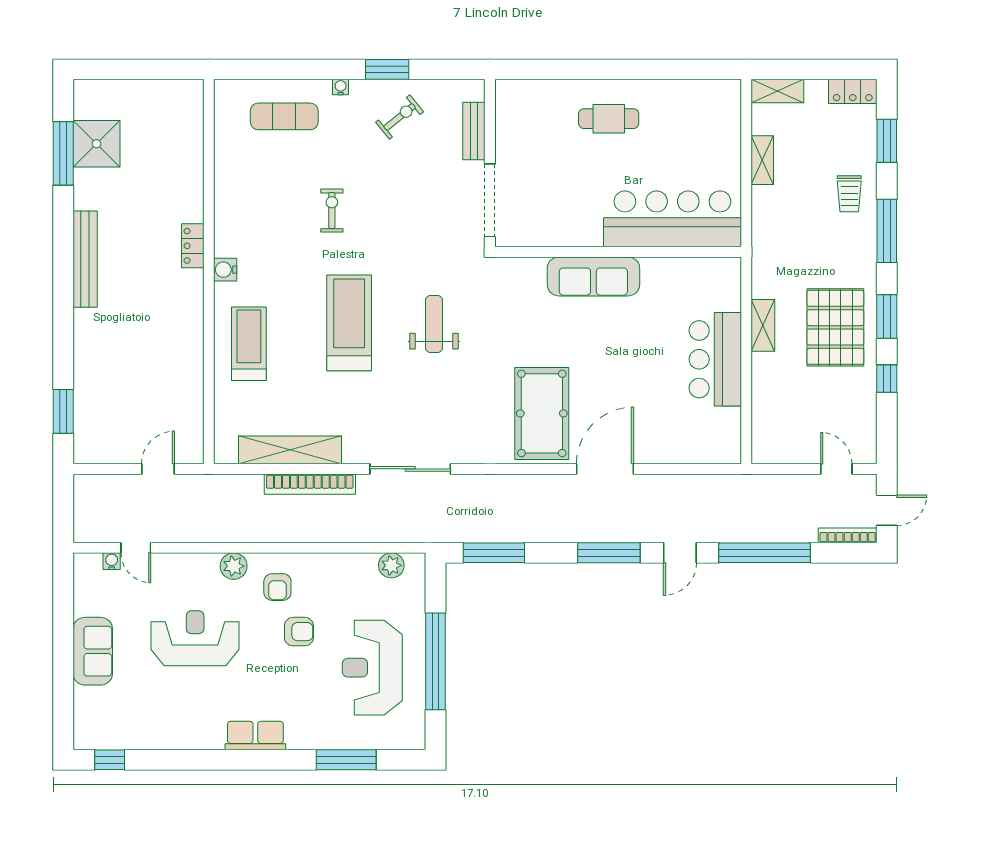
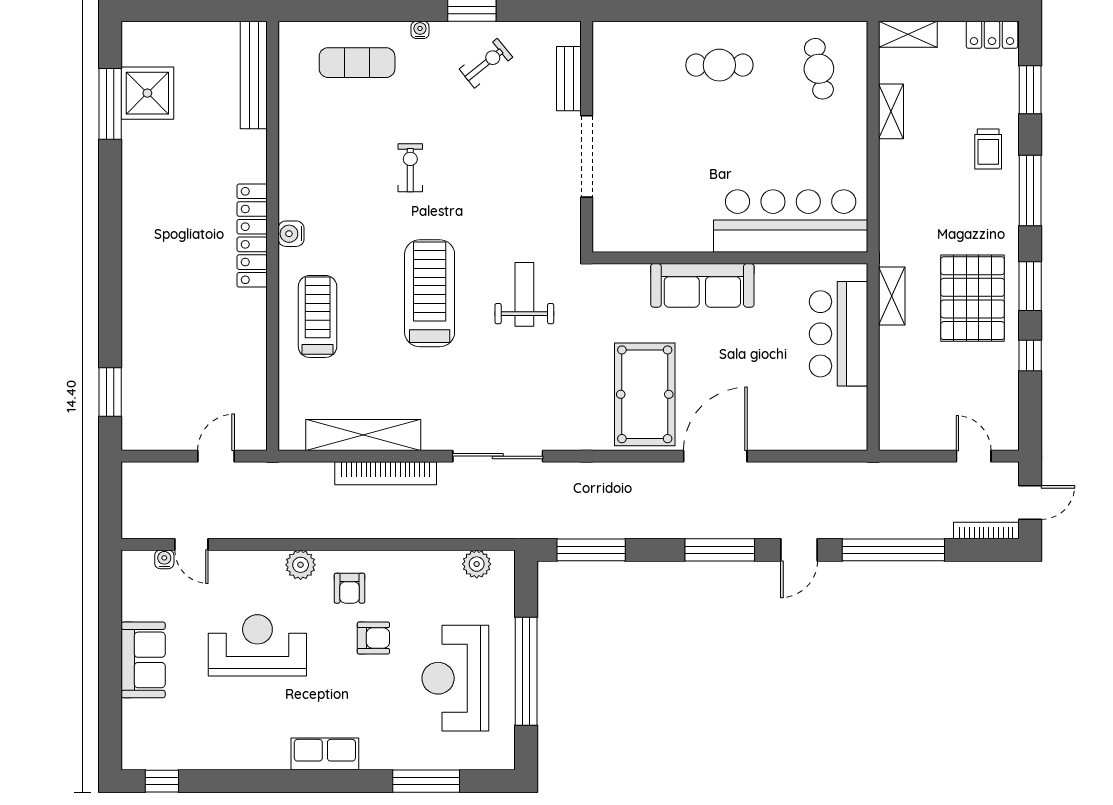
cafe table: (698, 122) -> (819, 69), added
bar counter: (672, 219) -> (791, 221), moved
locker: (193, 246) -> (252, 236), width x2.16, depth x1.21
wall: (618, 252) -> (730, 258), moved
bench: (85, 259) -> (254, 75), moved
sofa: (593, 276) -> (702, 285), moved

